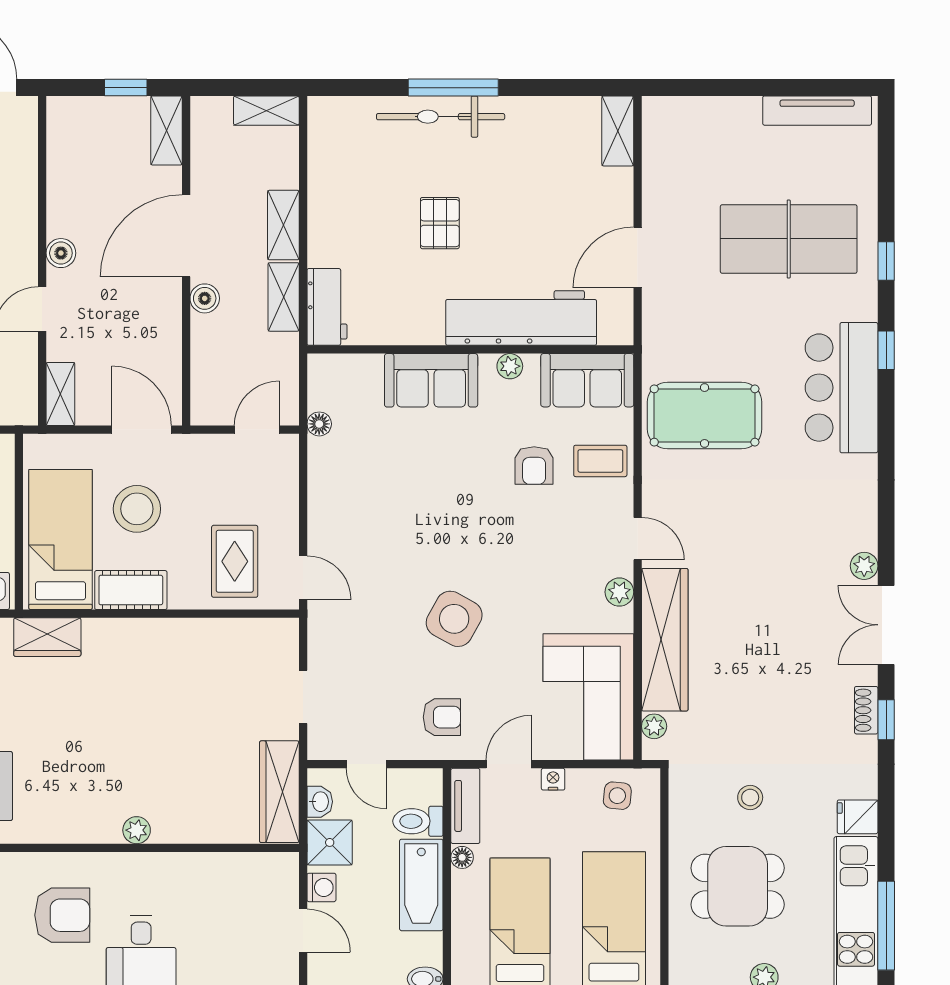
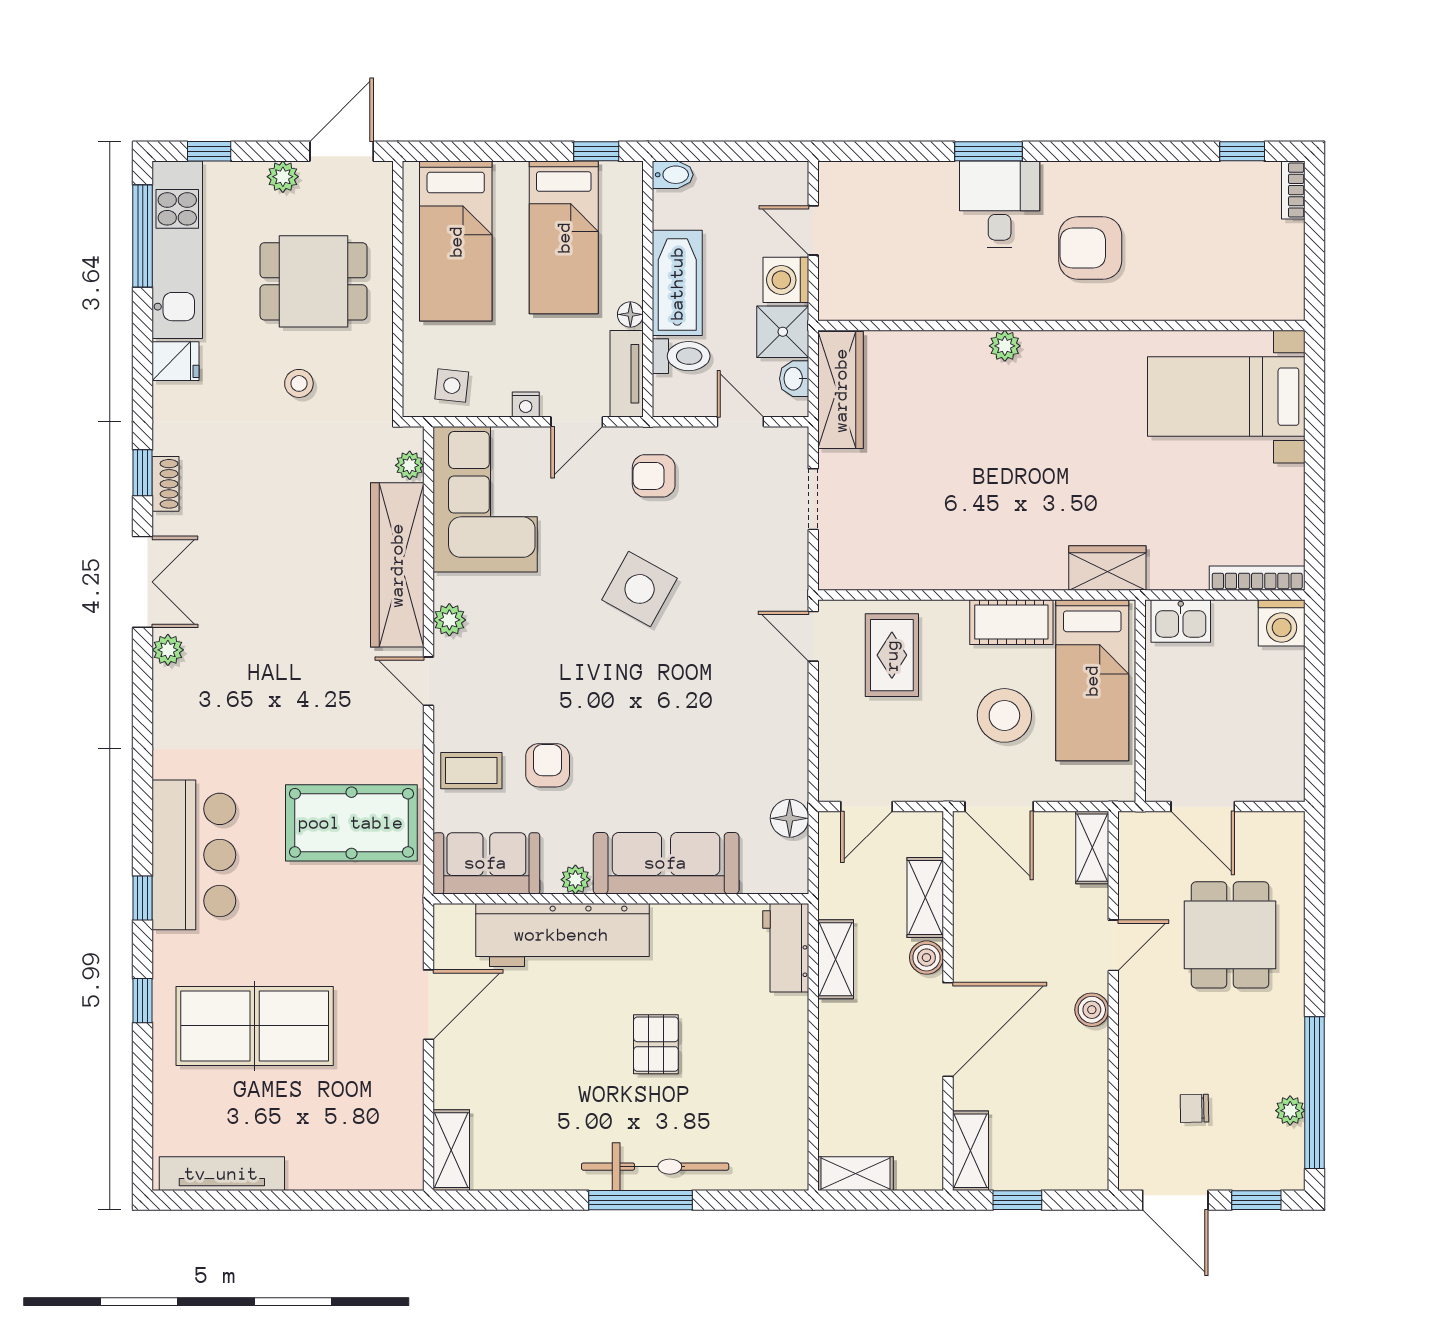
shelving: (283, 225) -> (925, 898), moved
sofa: (431, 380) -> (666, 863), width x1.36
floor lamp: (319, 424) -> (790, 818), width x1.37, depth x1.37
washing machine: (321, 887) -> (786, 280), width x1.38, depth x1.38

